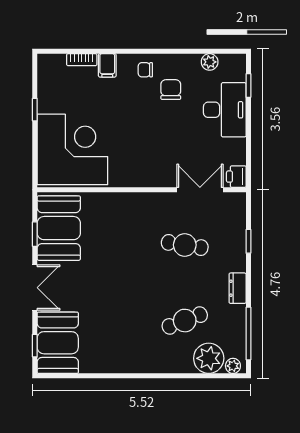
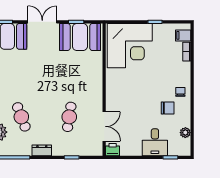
filing cabinet: (107, 65) -> (183, 35), moved
desk: (225, 110) -> (155, 142), width x0.73
double door: (35, 288) -> (42, 22), swing flipped

